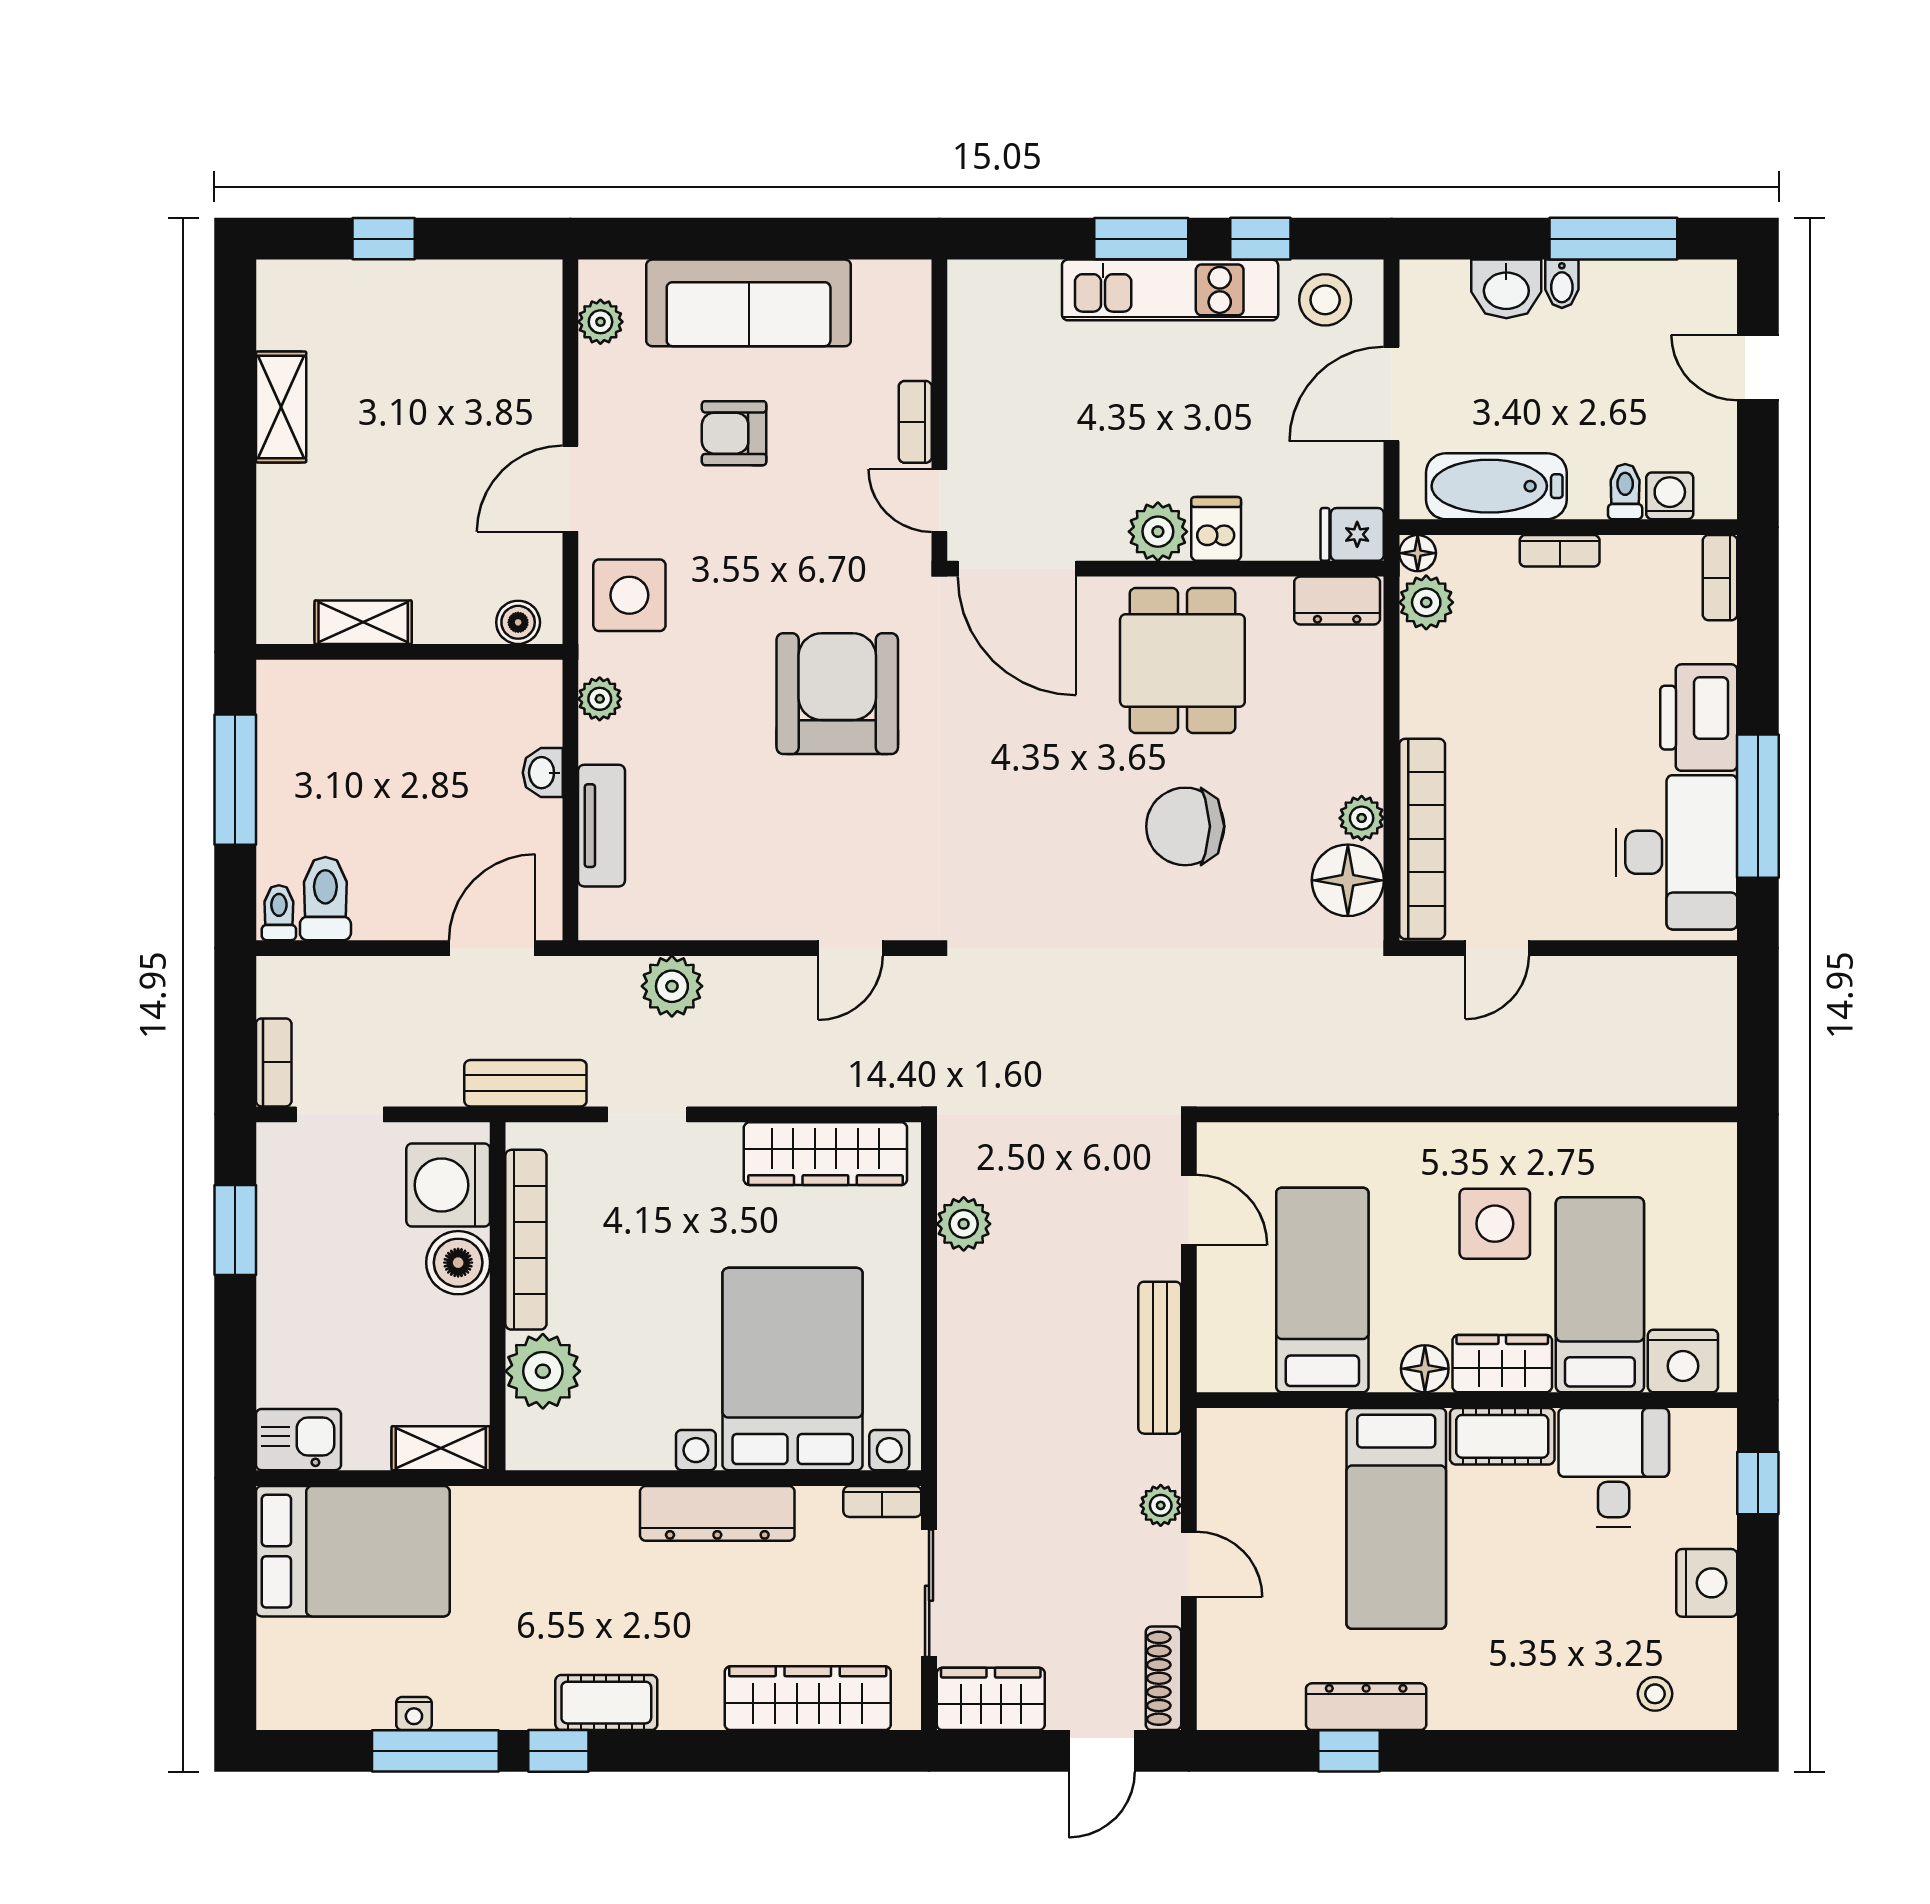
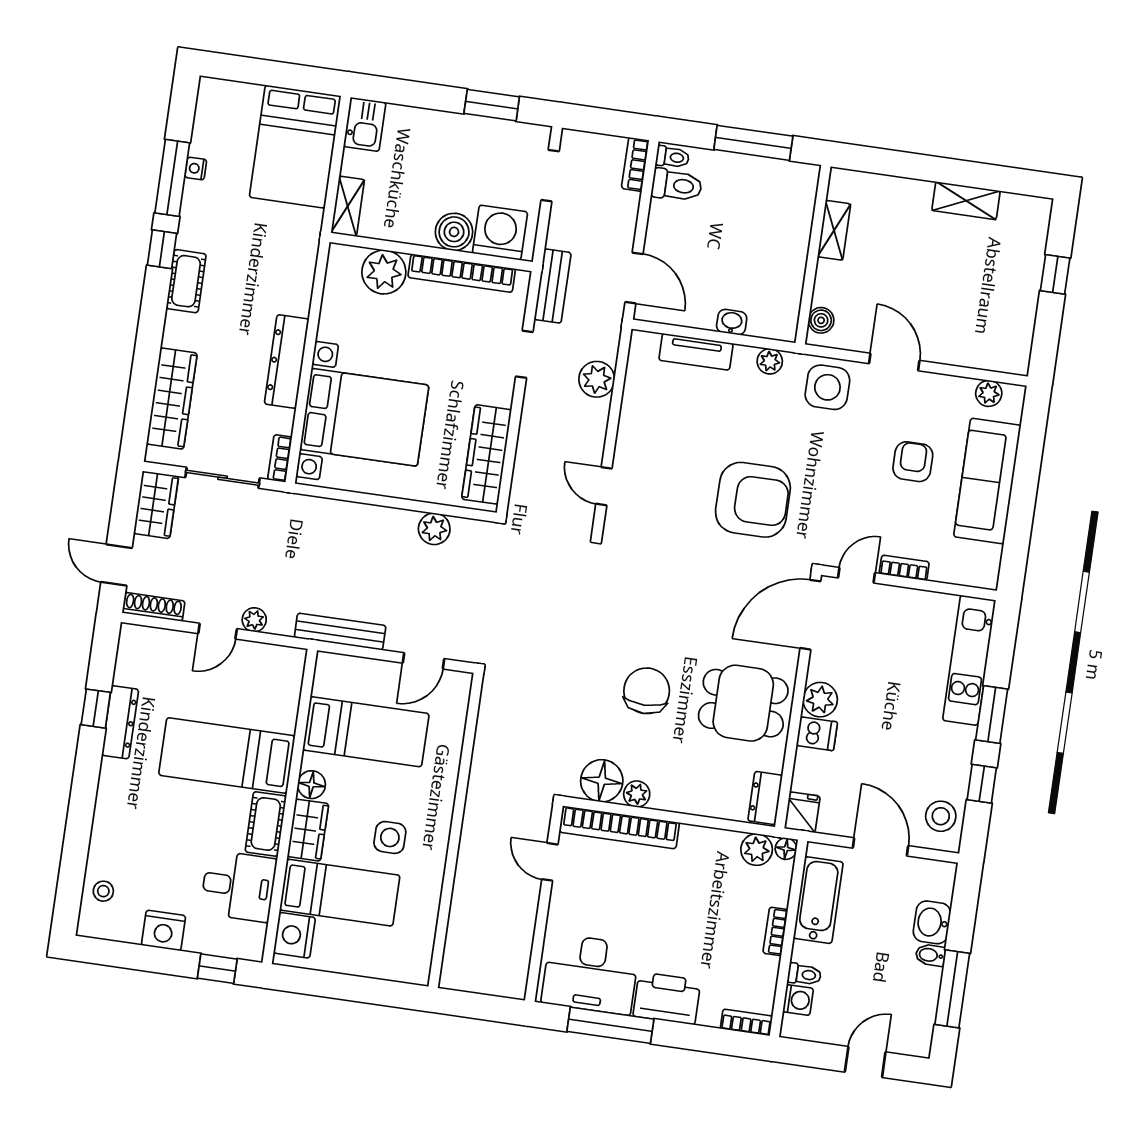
kitchen unit: (1170, 290) -> (969, 660), moved
bookcase: (274, 1062) -> (635, 164), moved, turned 90
side table: (1495, 1224) -> (390, 837), width x0.73, depth x0.73

